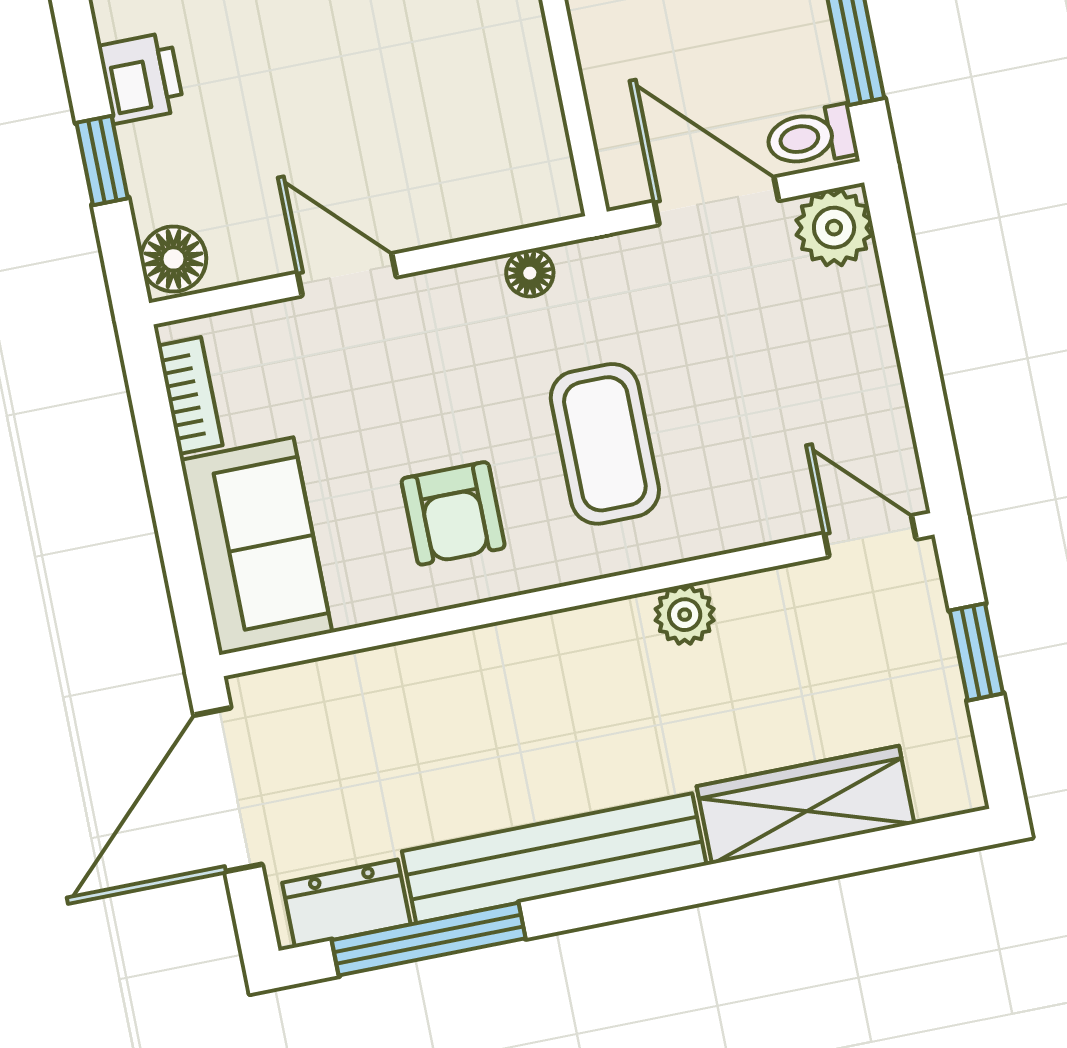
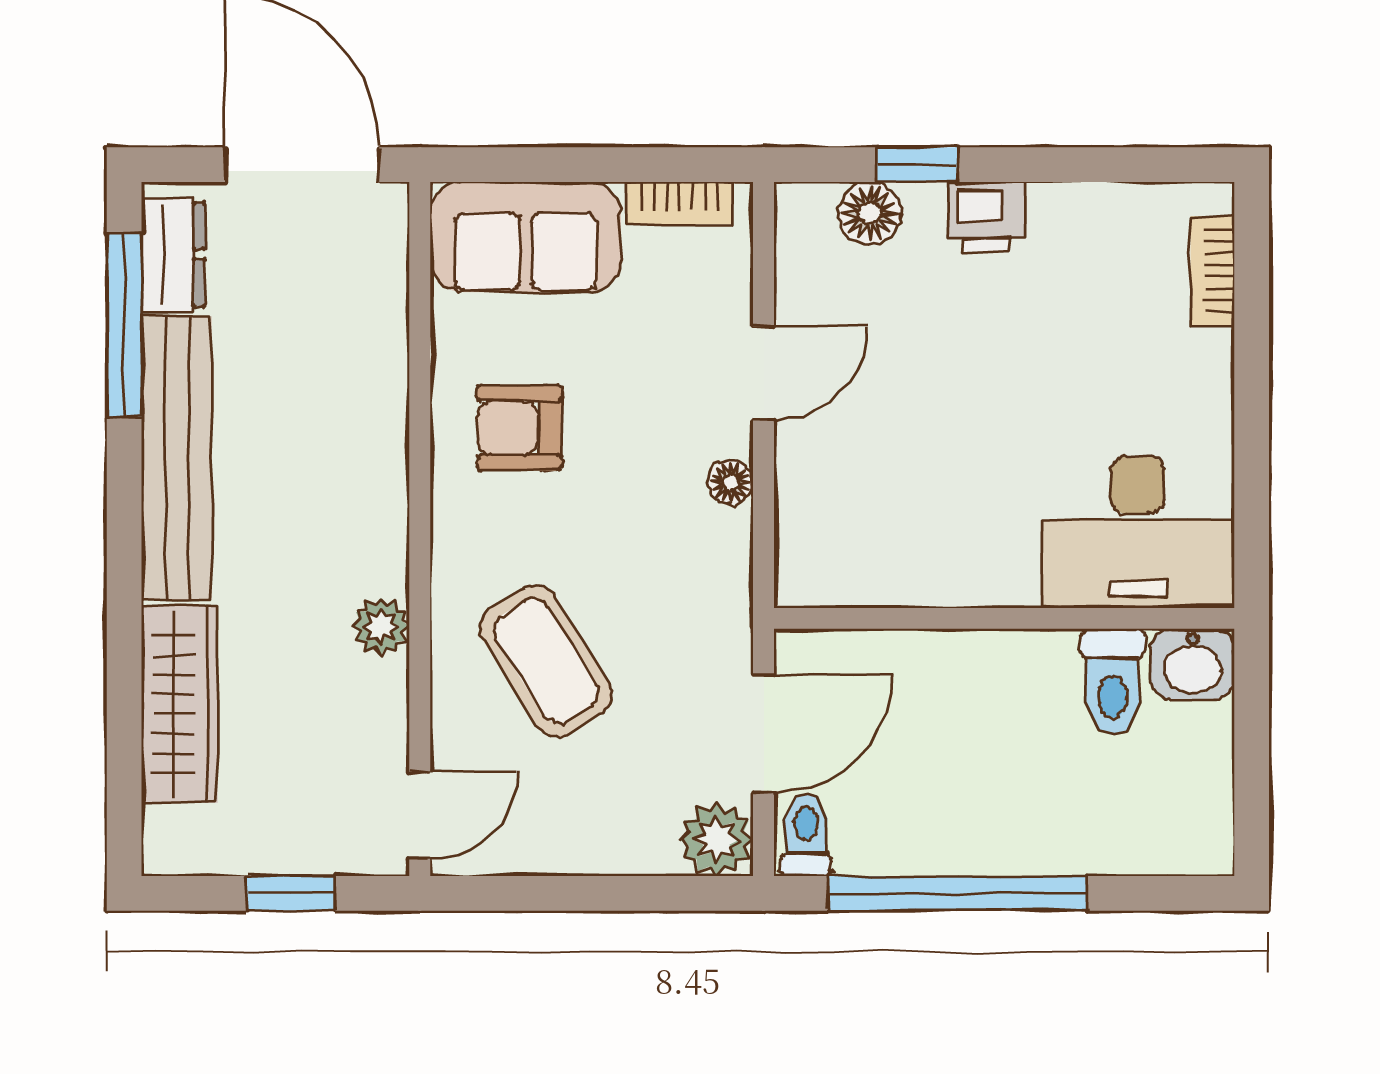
floor lamp: (174, 259) -> (870, 213), moved
floor lamp: (530, 273) -> (731, 482), moved
coffee table: (605, 444) -> (546, 661), moved, turned 58

